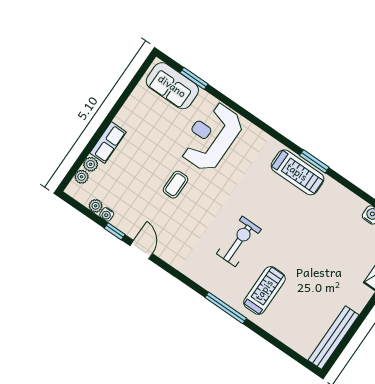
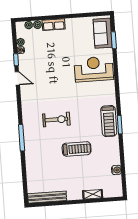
coffee table: (175, 185) -> (59, 70), removed
door: (141, 250) -> (17, 78), hinge flipped
treadmill: (264, 290) -> (77, 149), moved

